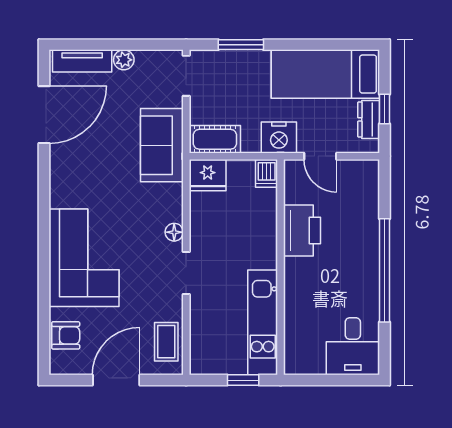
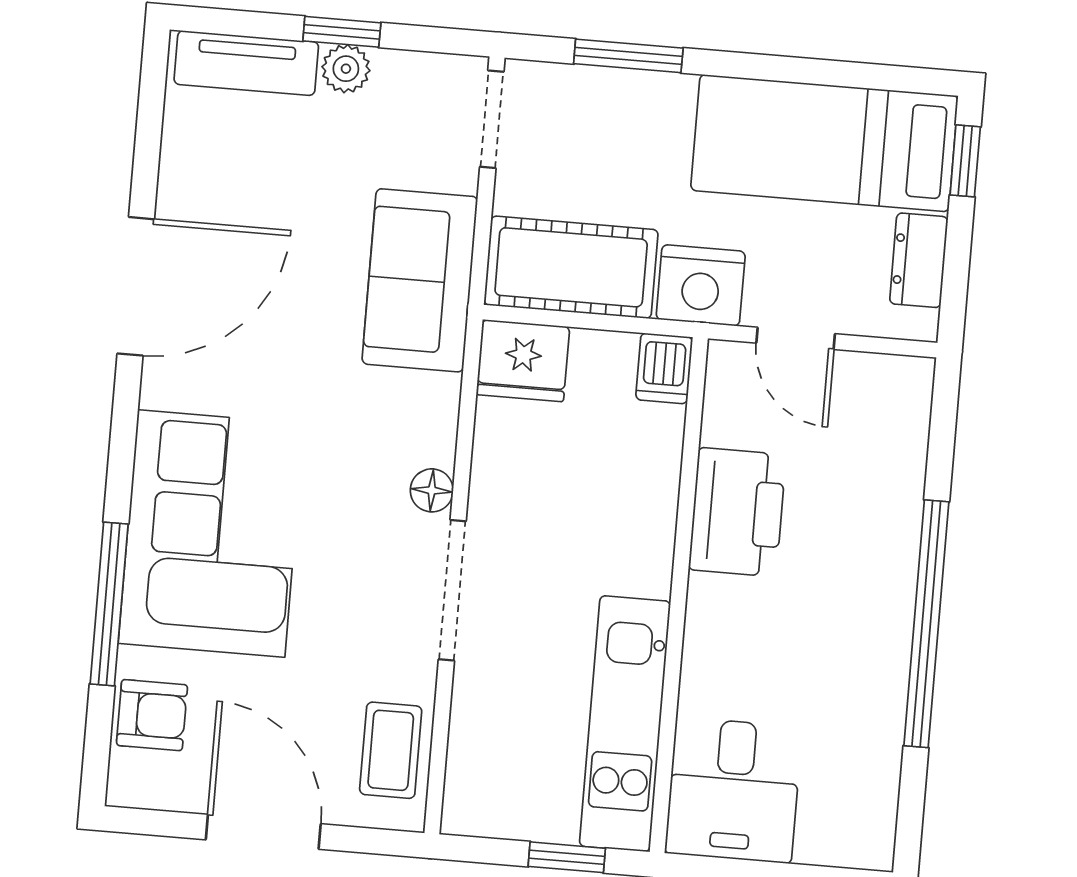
window: (121, 45) -> (342, 32), added
window: (385, 109) -> (965, 161), moved
door: (44, 115) -> (136, 286), moved
cot: (215, 139) -> (571, 267), width x1.37, depth x1.34
doorway: (186, 273) -> (452, 590), width x1.38
window: (44, 291) -> (109, 604), added
desk: (353, 346) -> (733, 790), moved
door: (116, 380) -> (263, 832), hinge flipped

